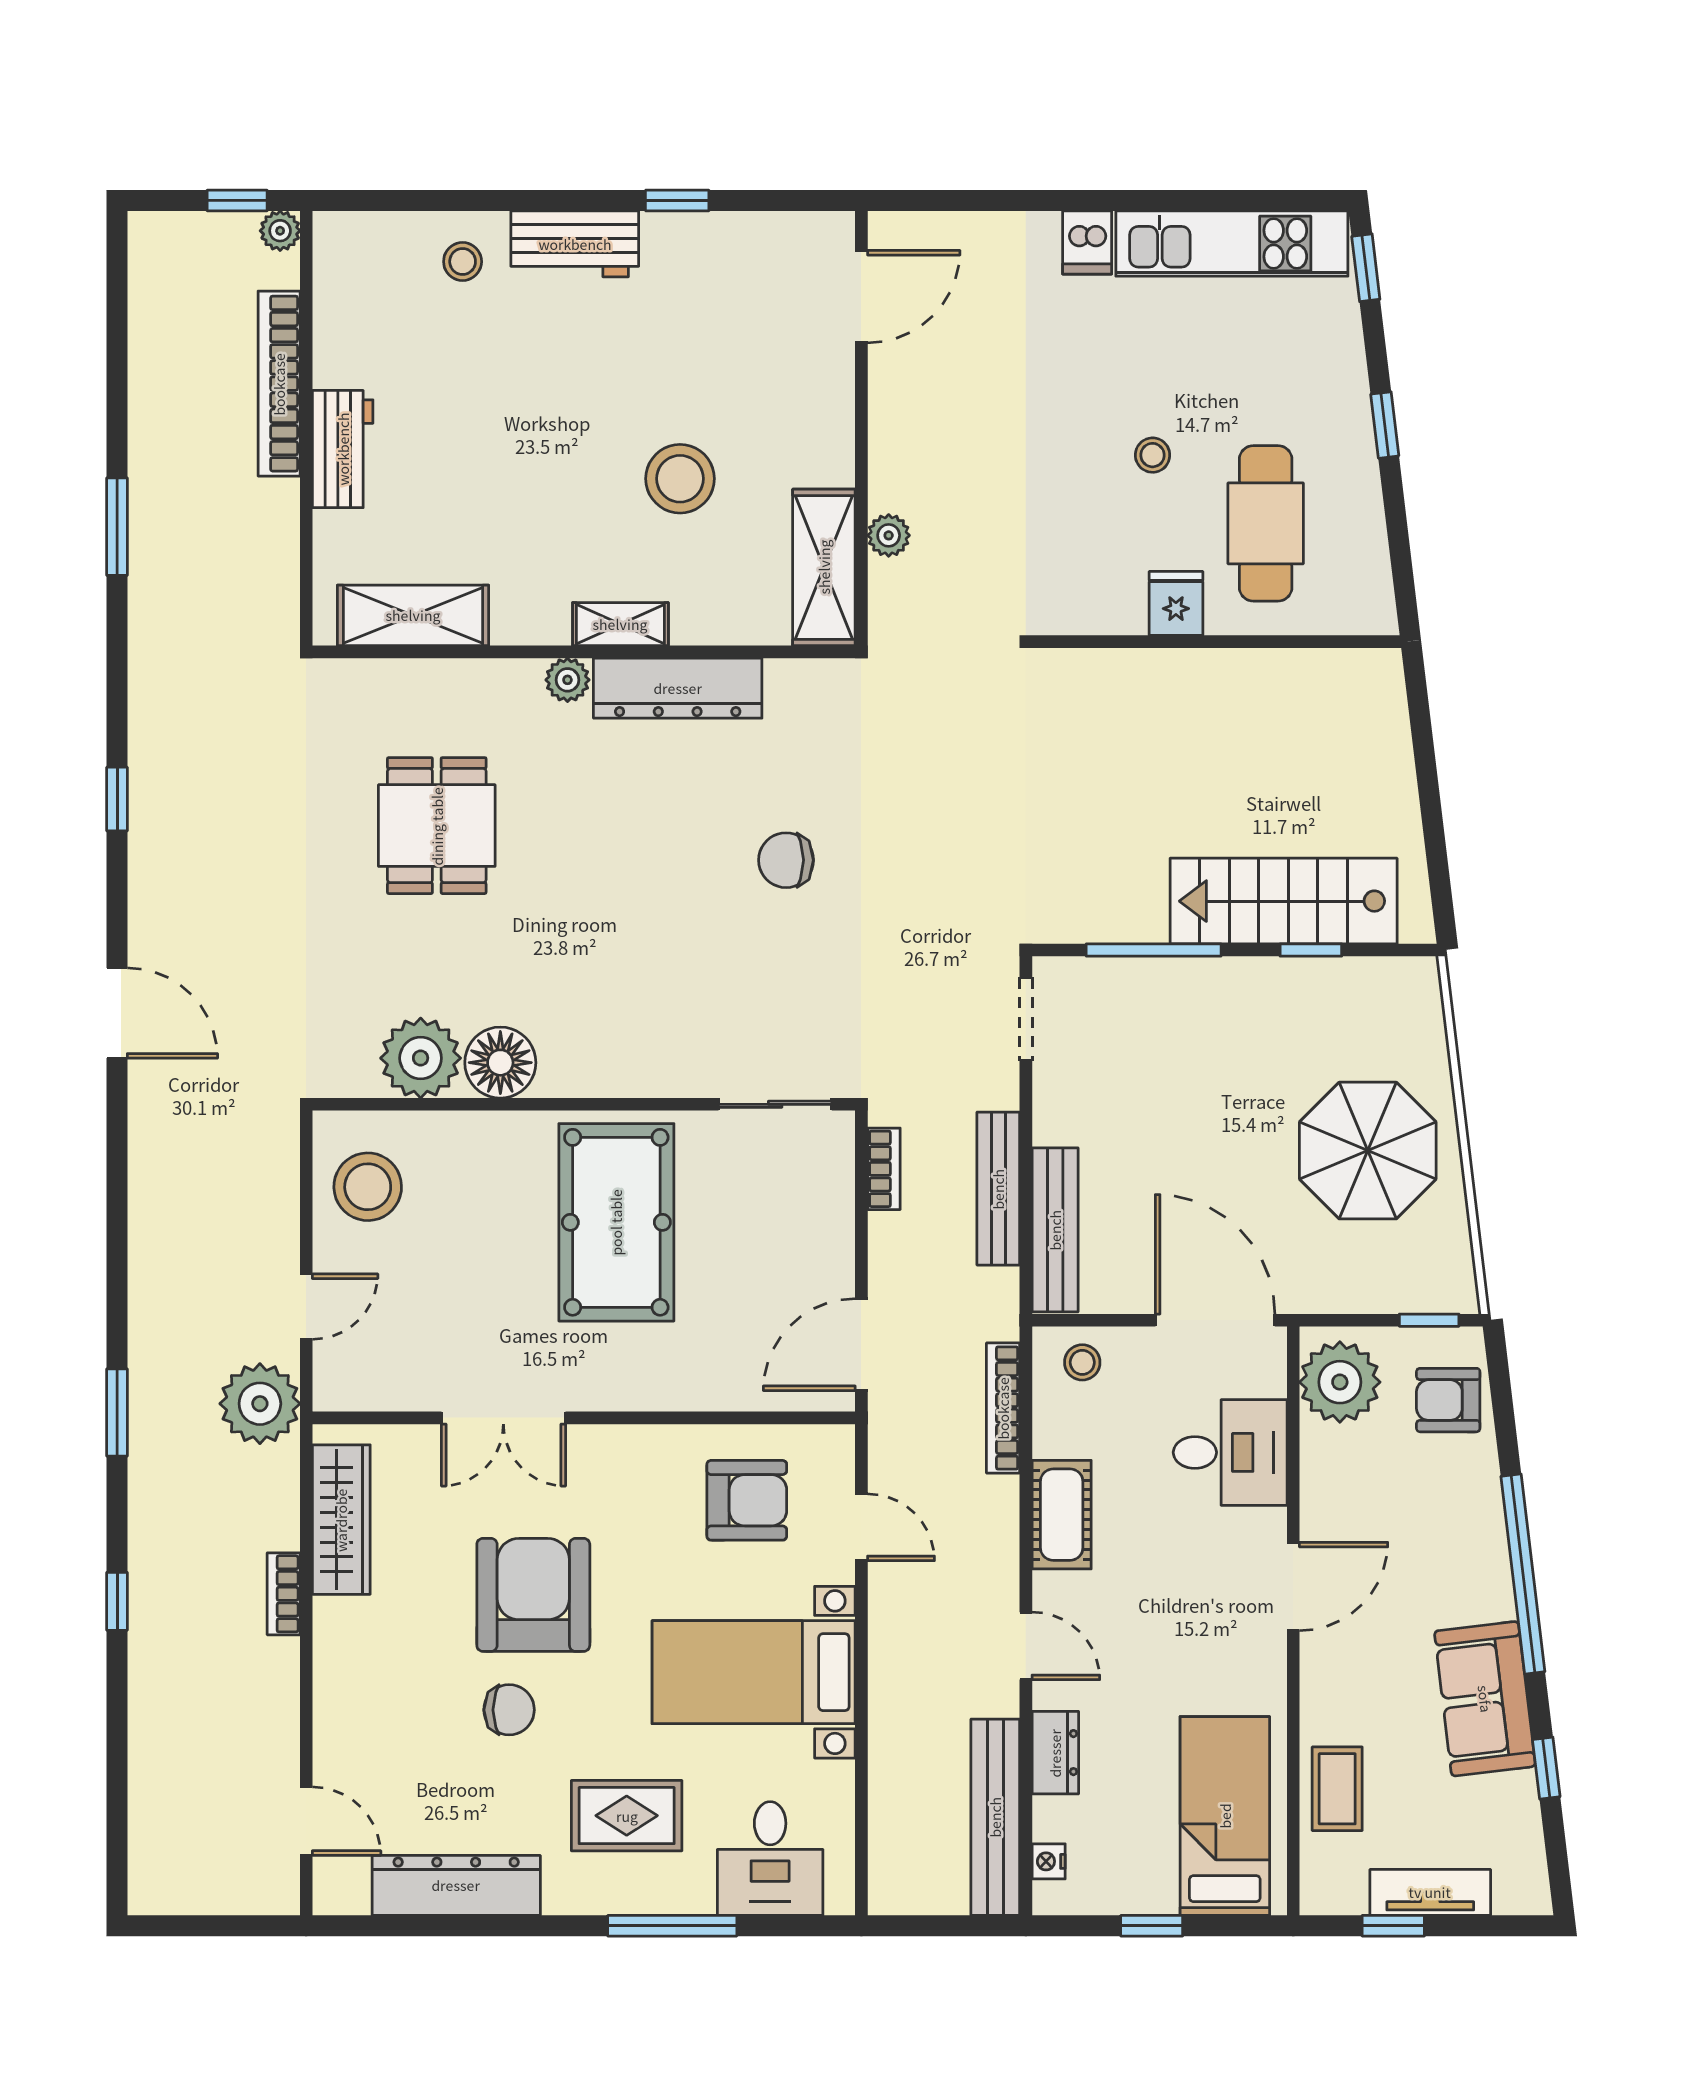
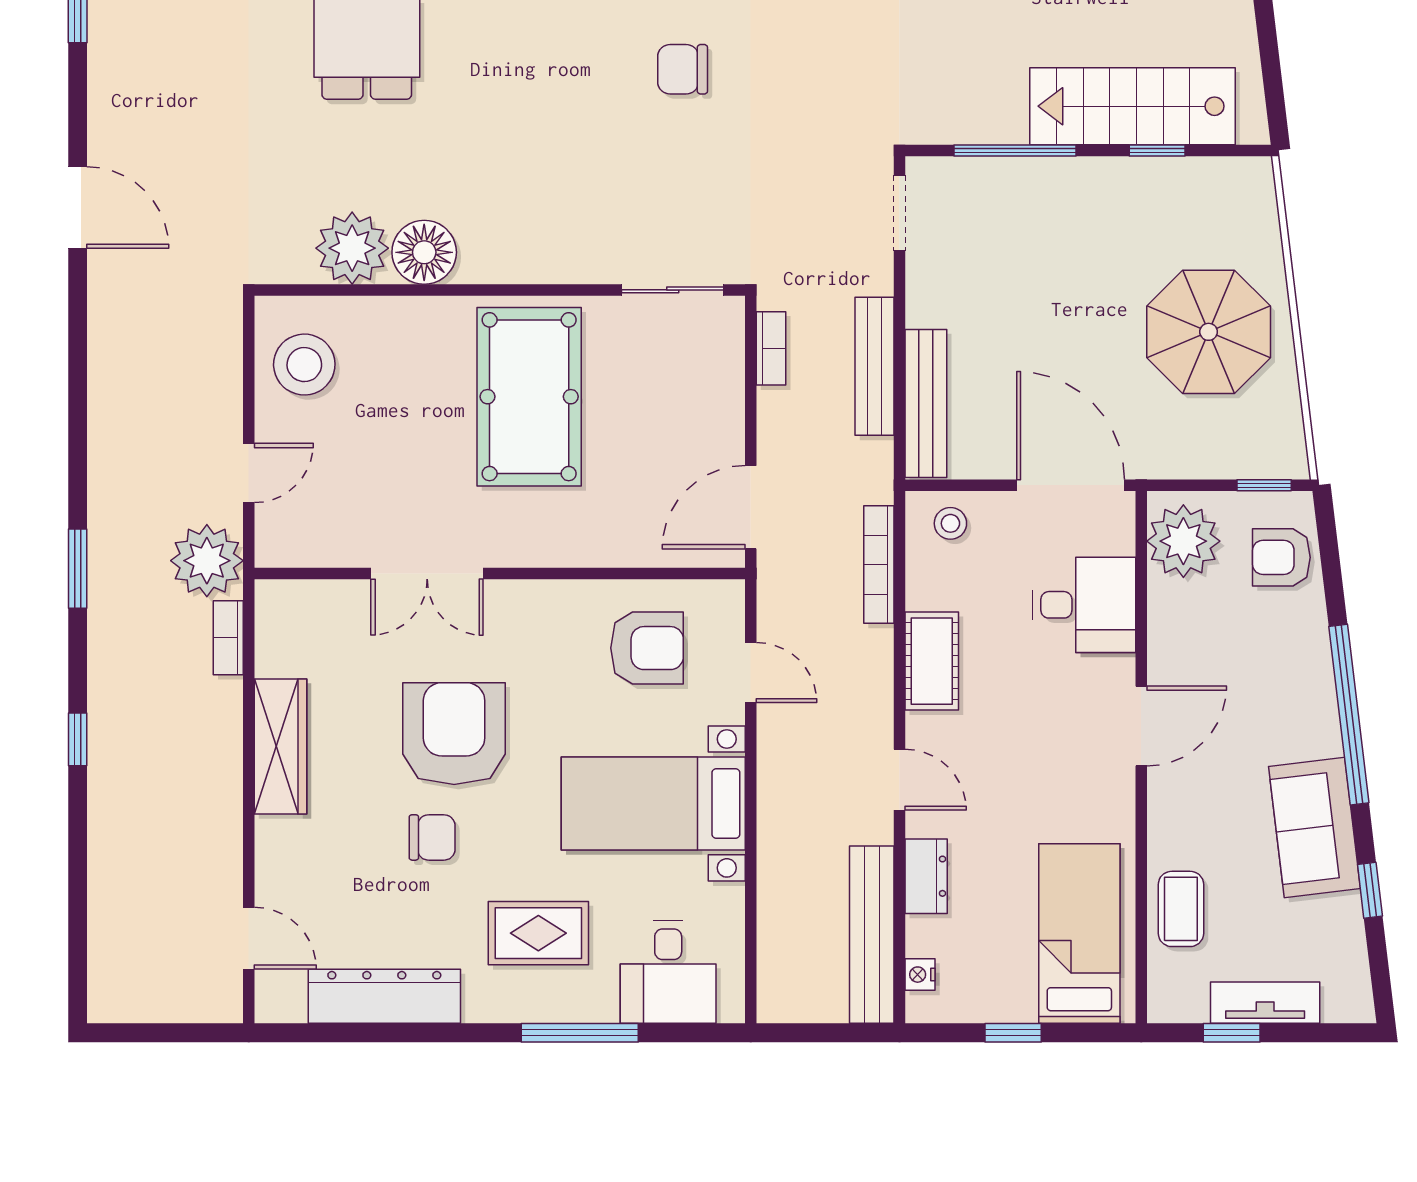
wardrobe: (341, 1520) -> (280, 746), moved
bookcase: (284, 1594) -> (228, 638), moved

